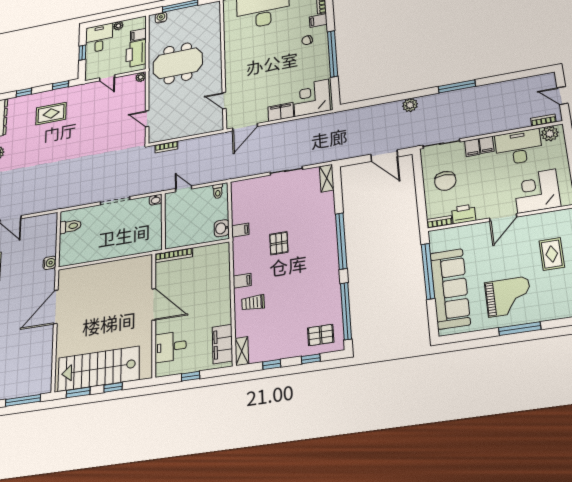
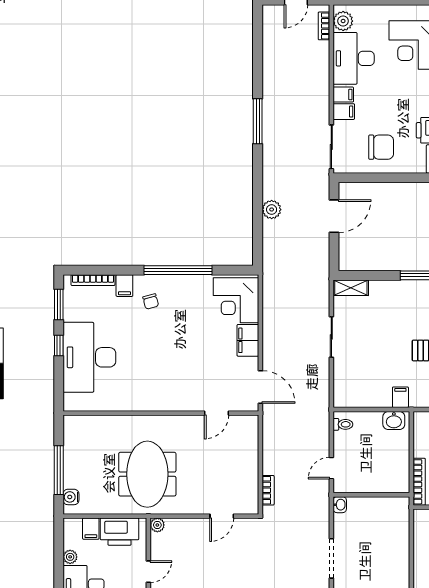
plant: (410, 105) -> (272, 210), moved

